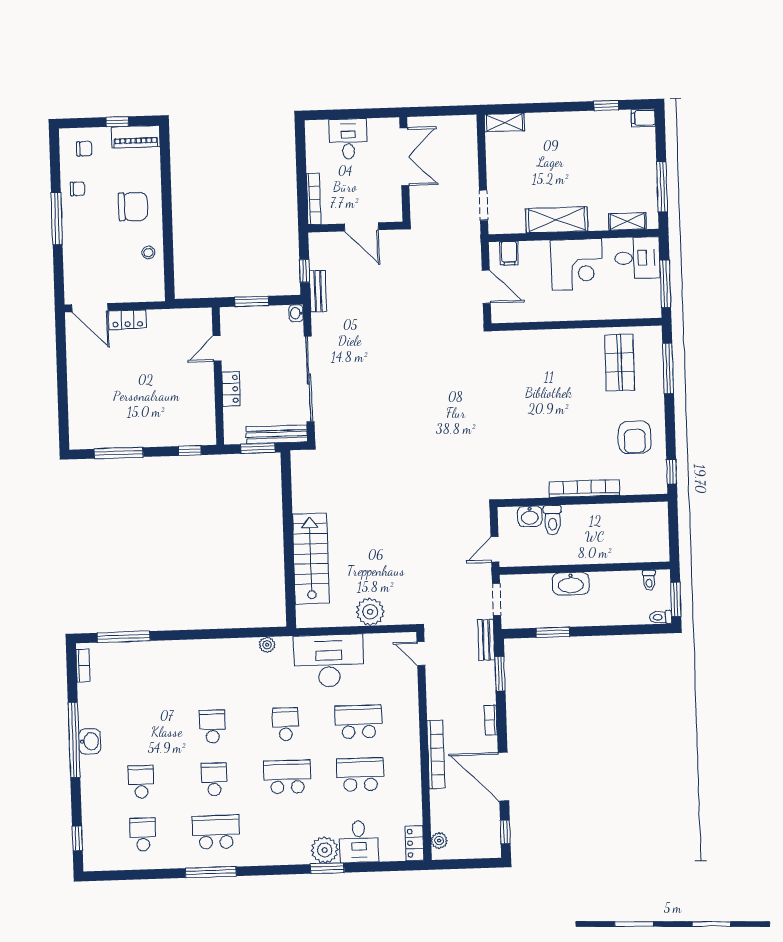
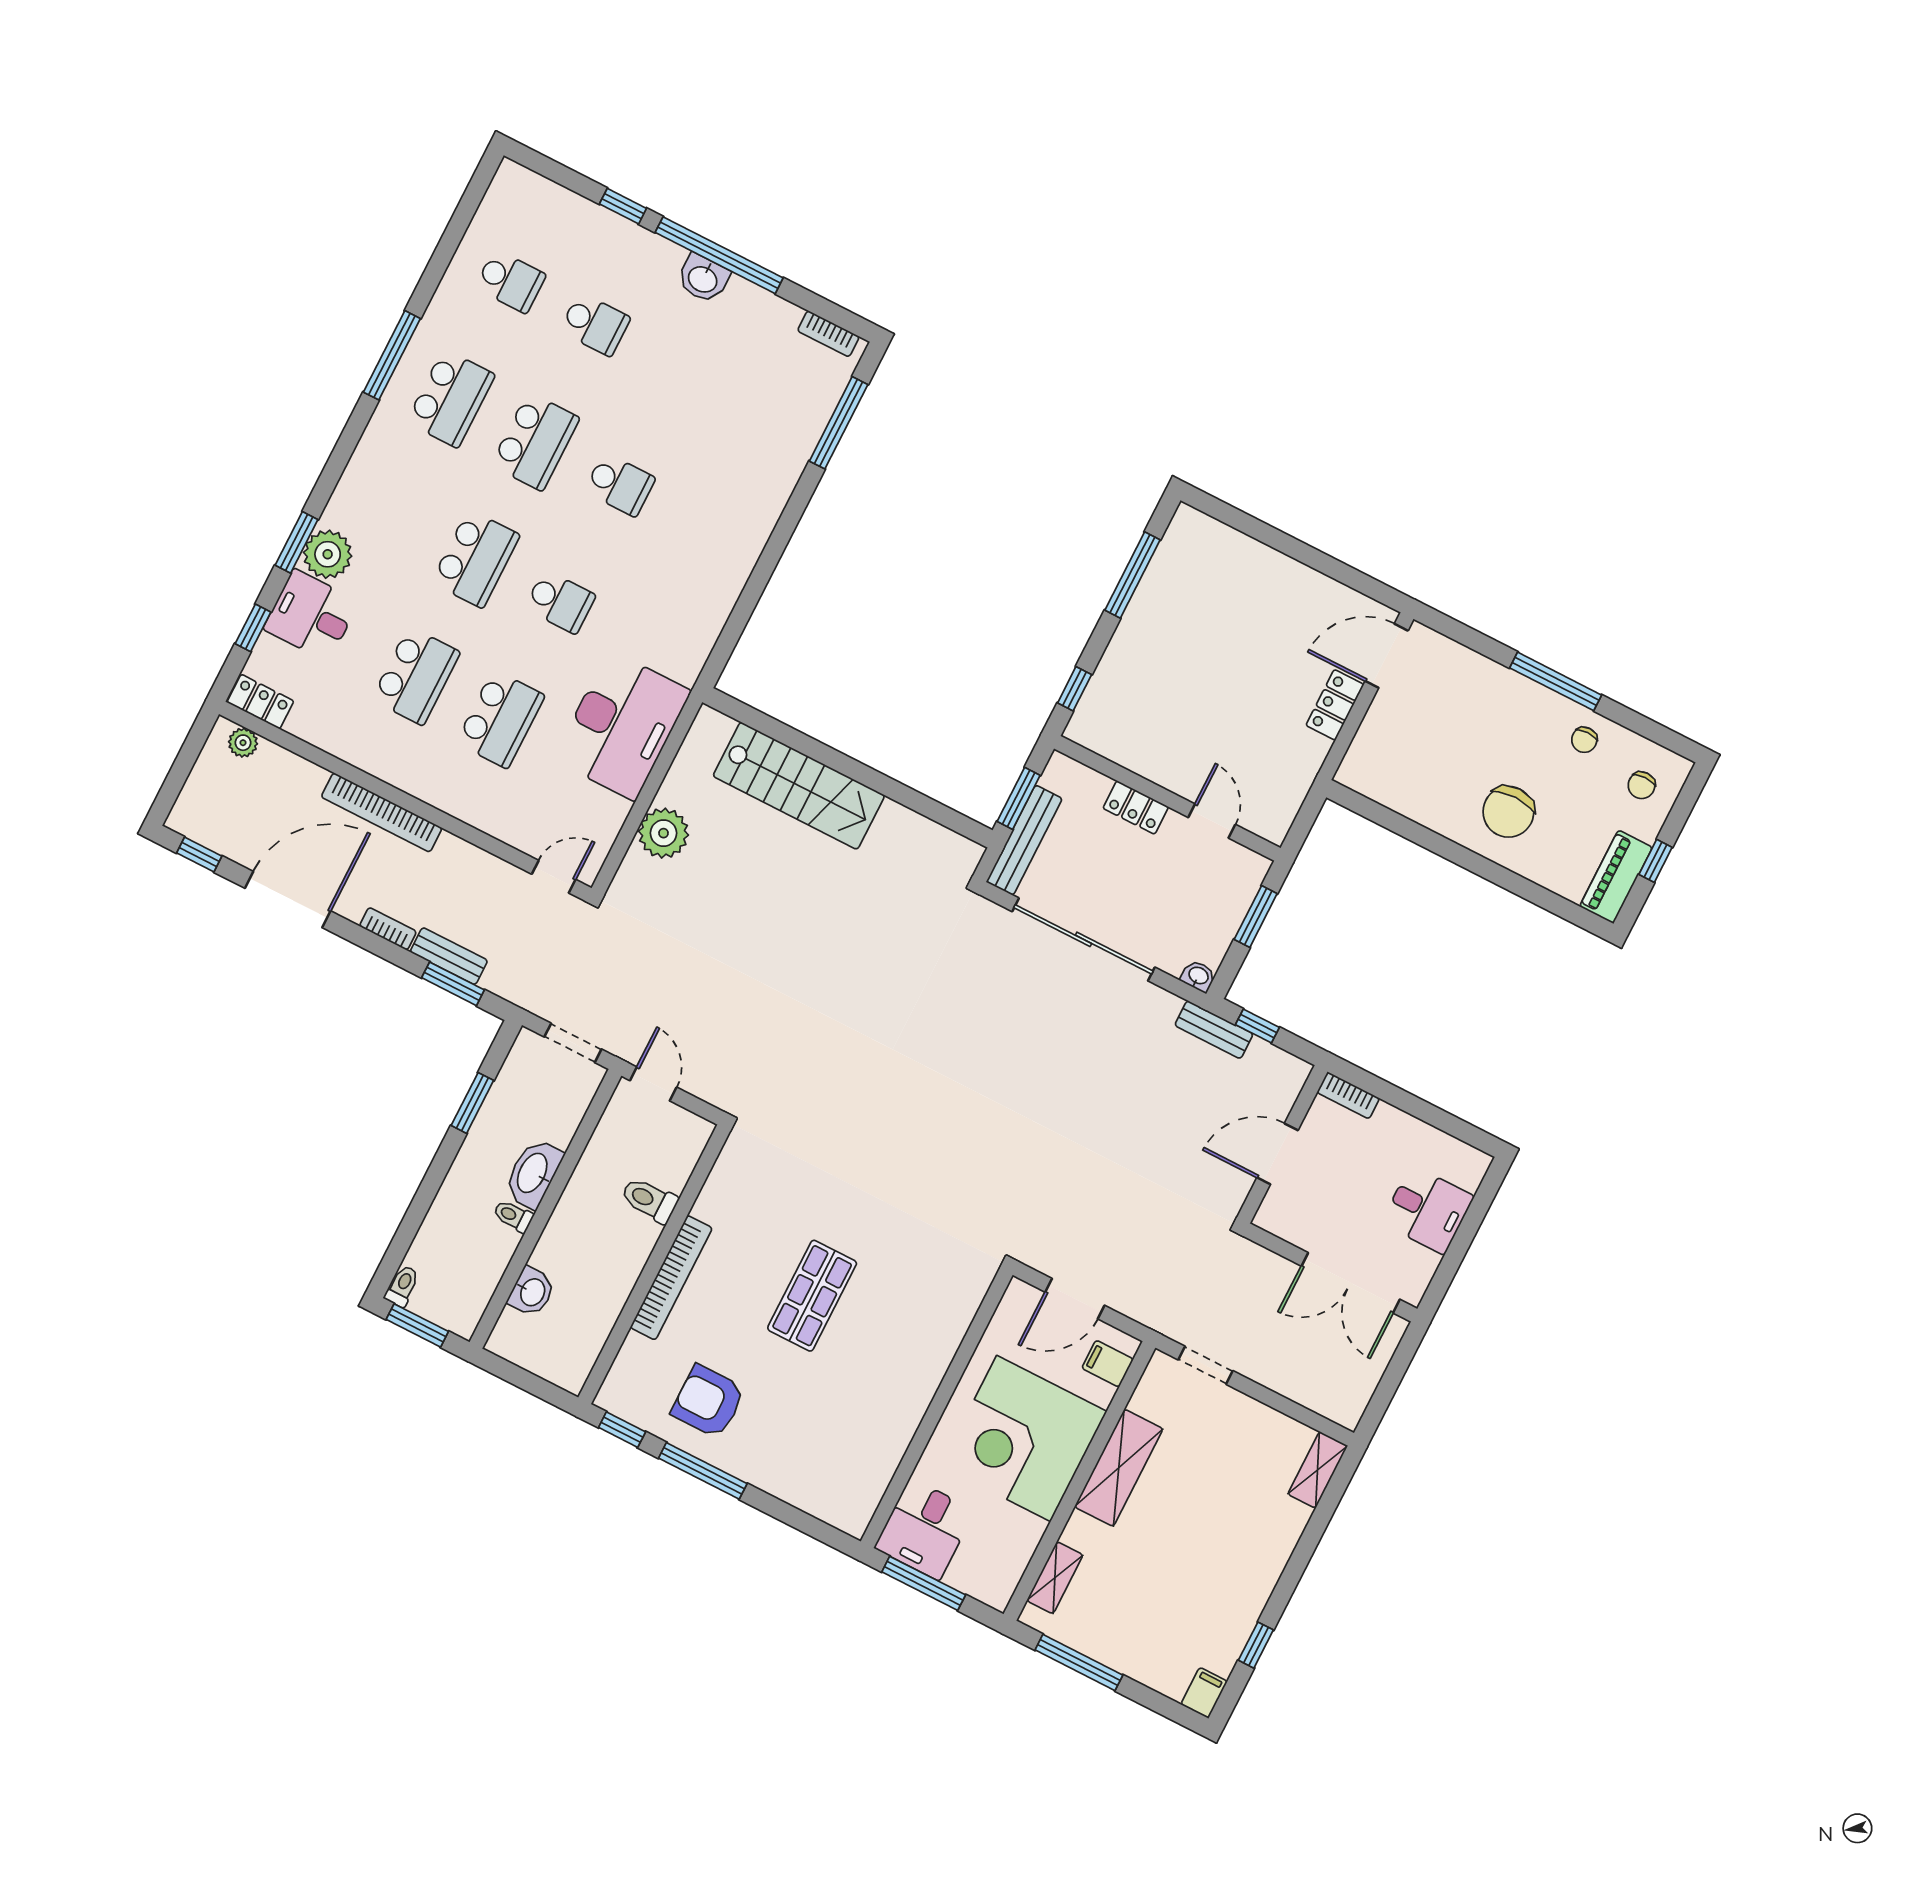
bookcase: (314, 199) -> (1348, 1095), width x0.64
stool: (148, 253) -> (1422, 796), removed
desk: (637, 258) -> (925, 1529), moved
corner desk: (577, 264) -> (1024, 1439), width x1.36, depth x1.36
shop shelf: (620, 363) -> (812, 1296), moved, turned 90
window: (668, 368) -> (703, 1471), moved
washbasin: (530, 516) -> (532, 1292), moved, turned 180
toilet: (649, 580) -> (513, 1216), moved
bench: (486, 640) -> (449, 956), moved
plant: (267, 645) -> (701, 642), removed
school desk: (214, 779) -> (535, 442), width x1.85
window: (77, 838) -> (623, 206), moved
window: (381, 867) -> (253, 628), added

